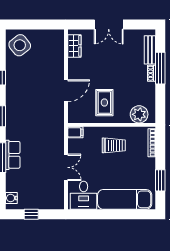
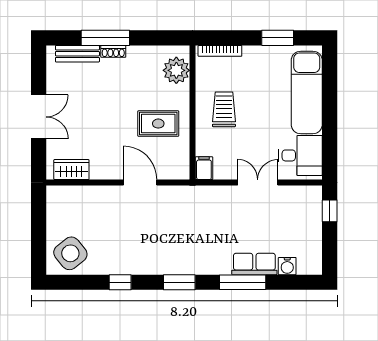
row of seats: (13, 155) -> (254, 264), moved
water cooler: (11, 198) -> (287, 266), moved
window: (31, 214) -> (330, 211), moved

